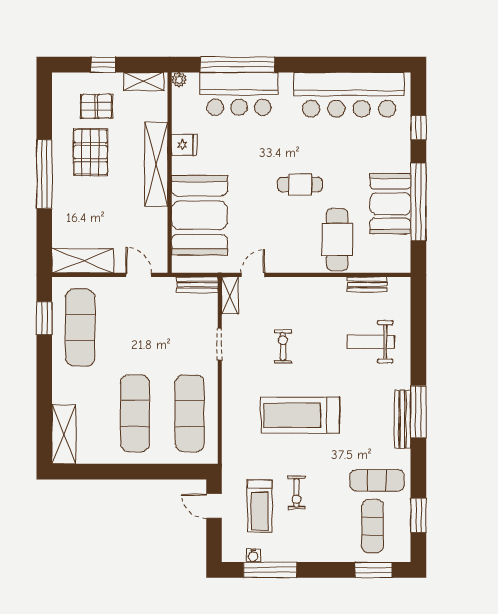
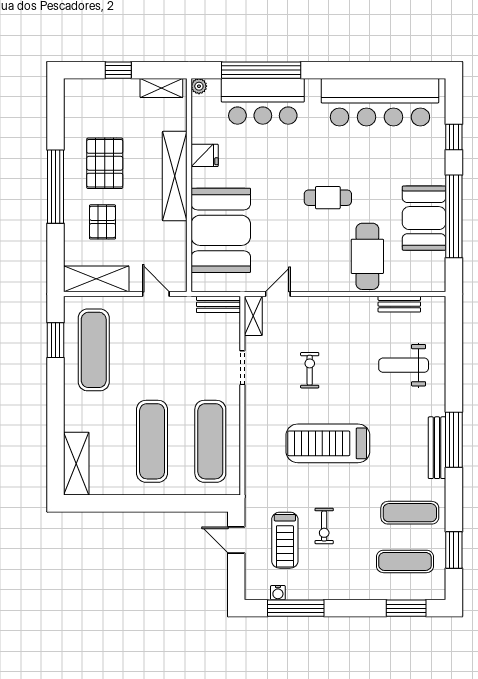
pallet: (96, 106) -> (103, 222), moved, turned 90
exercise mat: (373, 526) -> (405, 561), turned 90

